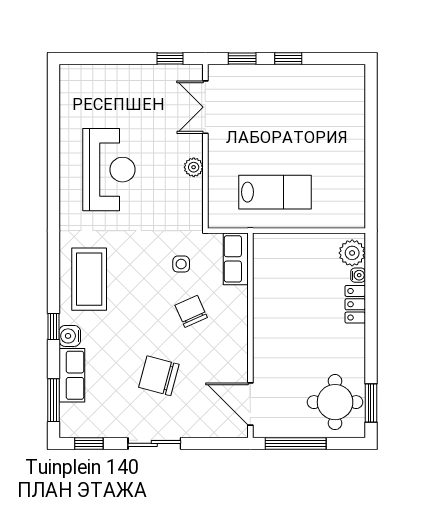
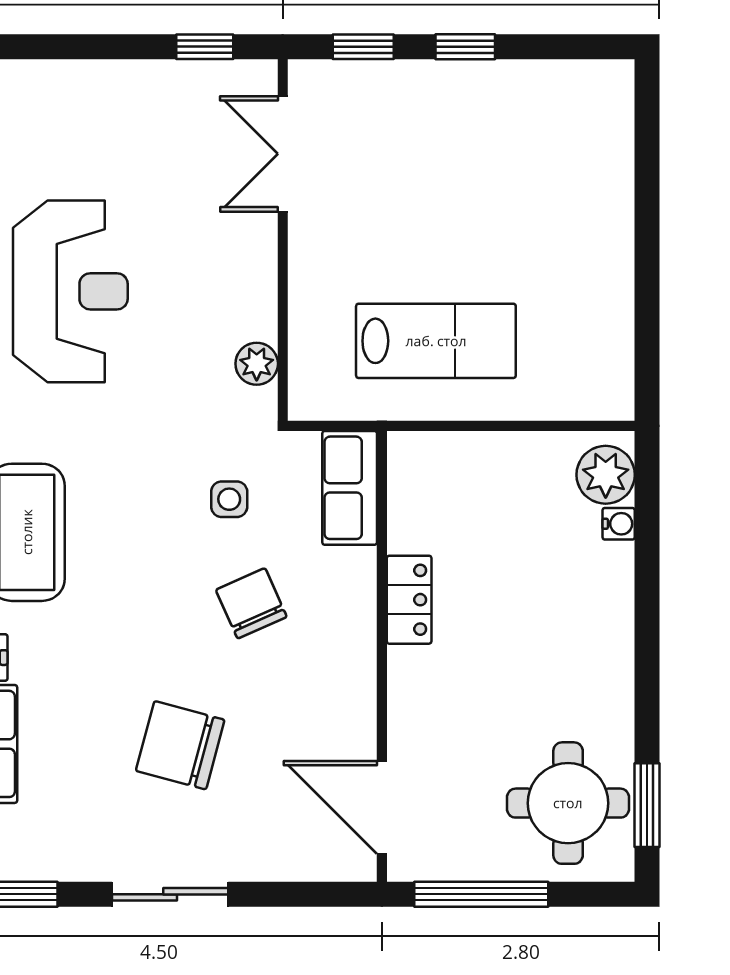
plant: (194, 167) -> (257, 364), moved
locker: (355, 304) -> (409, 600), moved, turned 180

